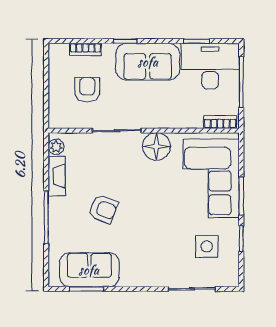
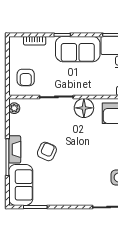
armchair: (87, 90) -> (26, 77), moved, turned 180
fireplace: (57, 176) -> (15, 149), moved
armchair: (103, 209) -> (47, 151), turned -87
sofa: (89, 270) -> (21, 185), moved, turned 90

